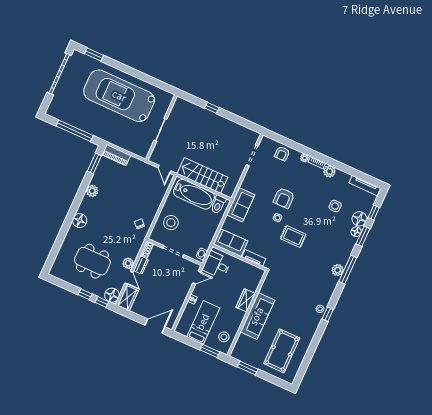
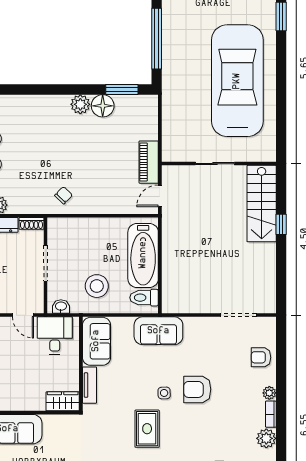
piano: (116, 155) -> (149, 162), moved
stairs: (202, 175) -> (262, 204), moved, turned 180
floor lamp: (80, 221) -> (103, 106), moved
stool: (171, 223) -> (97, 286), moved
wardrobe: (246, 300) -> (63, 401), moved

